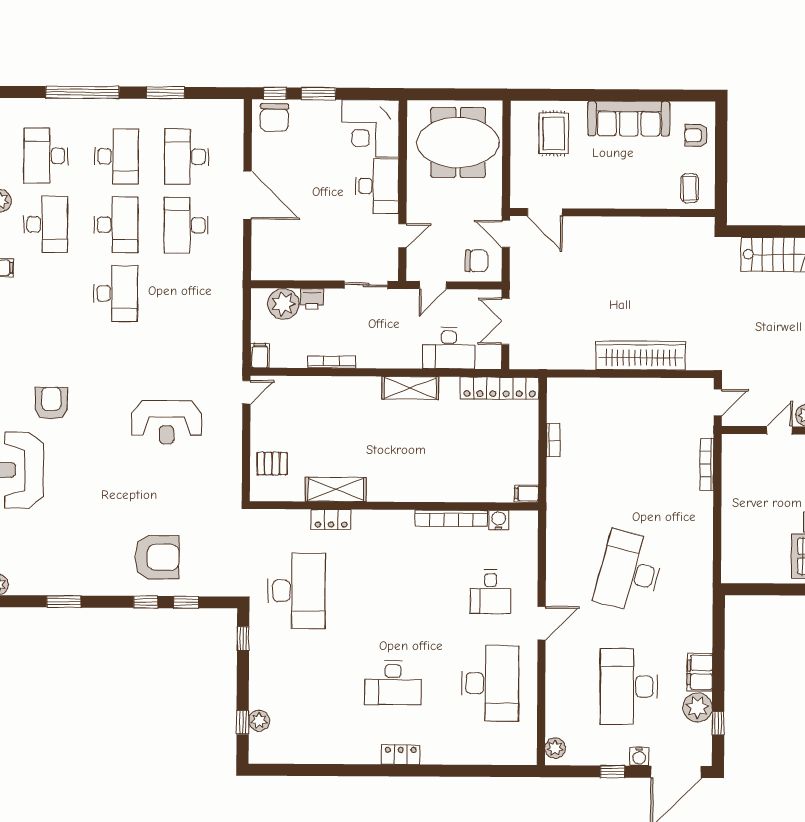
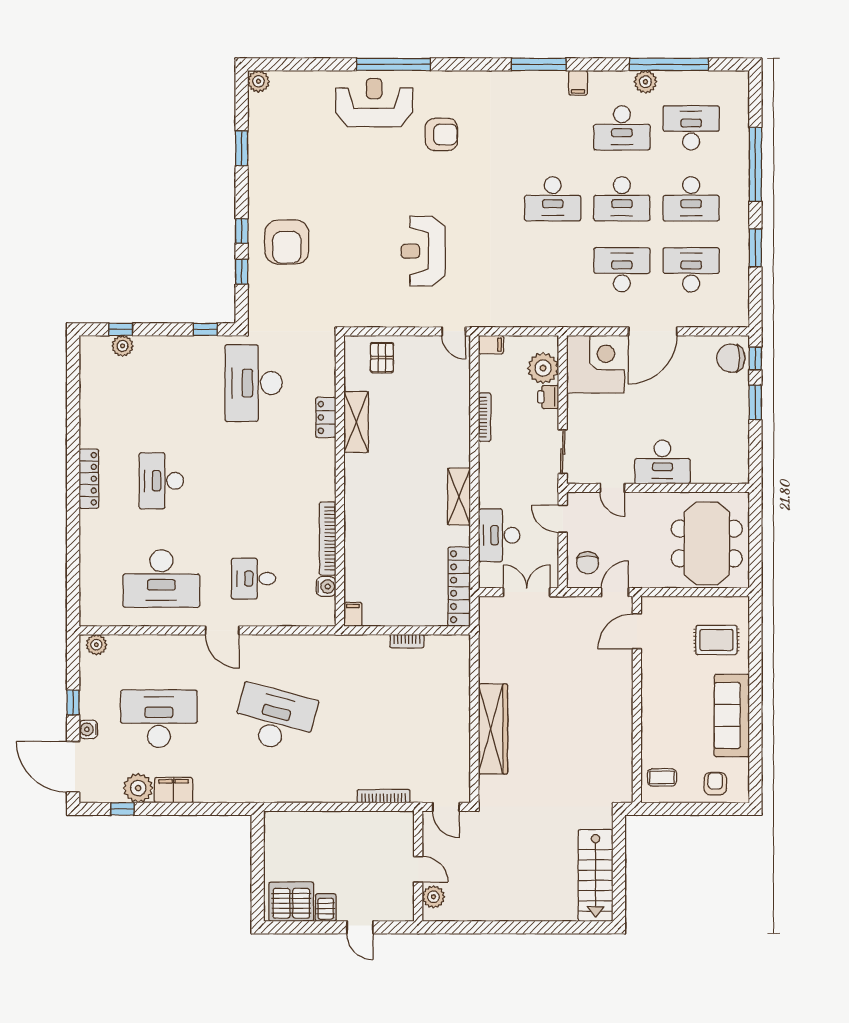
corner desk: (370, 128) -> (596, 364), moved, turned 90
desk: (297, 591) -> (254, 383), turned 90
locker: (401, 755) -> (89, 479), width x1.53

